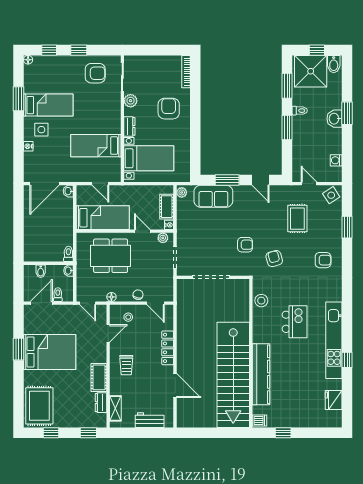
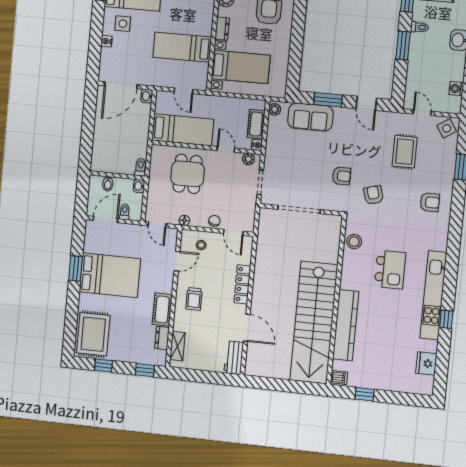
dining table: (111, 256) -> (188, 174), width x0.73
workbench: (150, 420) -> (234, 358), moved, turned -90

